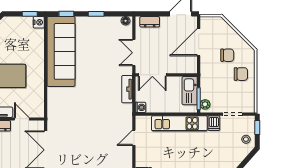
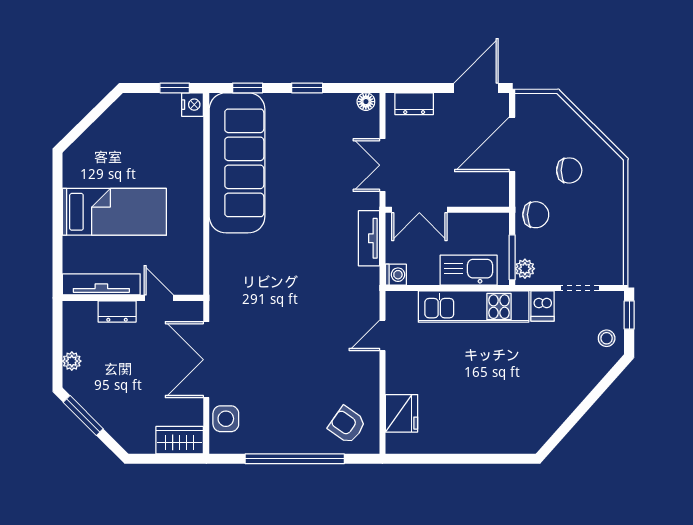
chair: (241, 74) -> (536, 215), moved
kitchen sink: (190, 91) -> (469, 270), moved, turned 90

